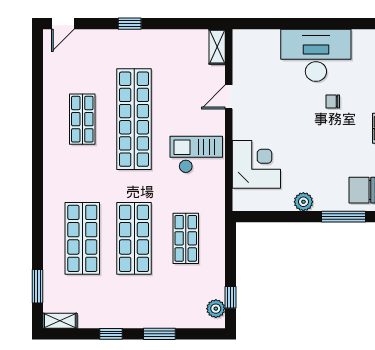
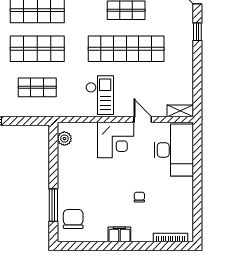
window: (130, 24) -> (197, 32), moved
desk: (316, 55) -> (174, 150), moved
corner desk: (256, 164) -> (116, 140), moved
plant: (303, 202) -> (64, 139), moved

